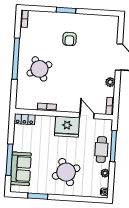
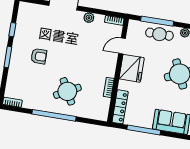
window: (92, 12) -> (12, 30), added
locker: (25, 119) -> (120, 107), width x1.53
window: (9, 160) -> (144, 130), moved

